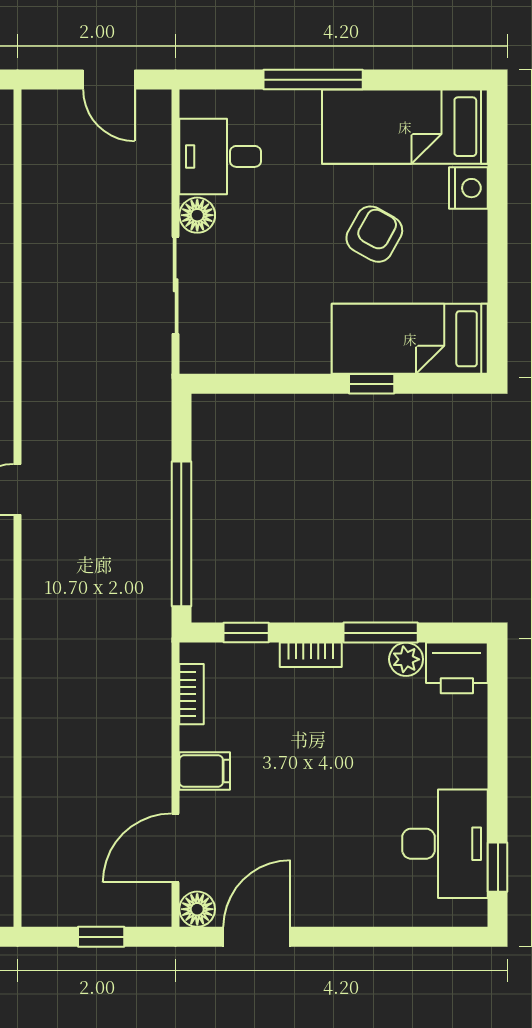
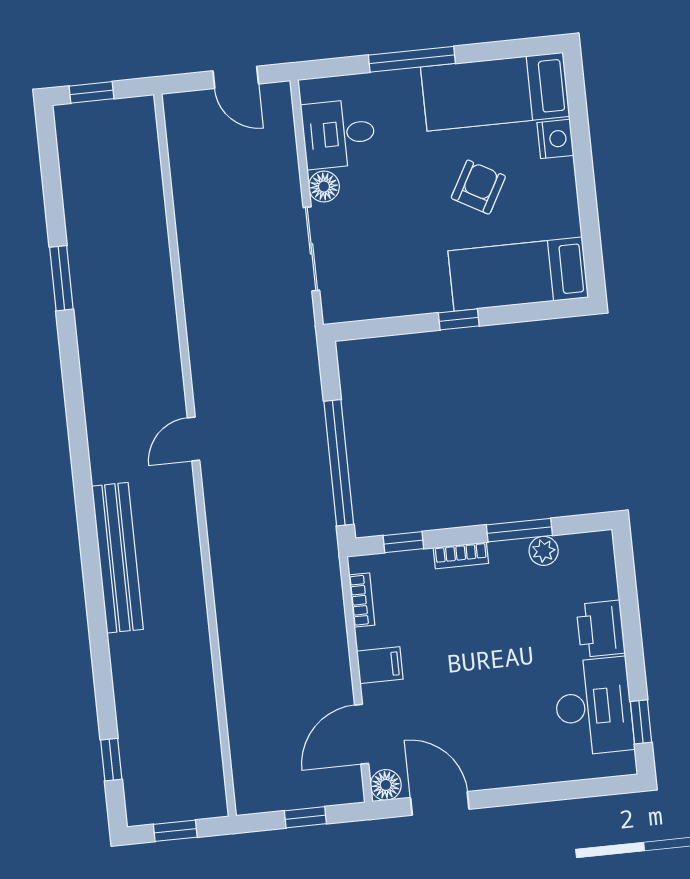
window: (372, 384) -> (459, 319), moved
printer: (457, 668) -> (601, 629), moved, turned 90
door: (257, 937) -> (440, 803), hinge flipped

